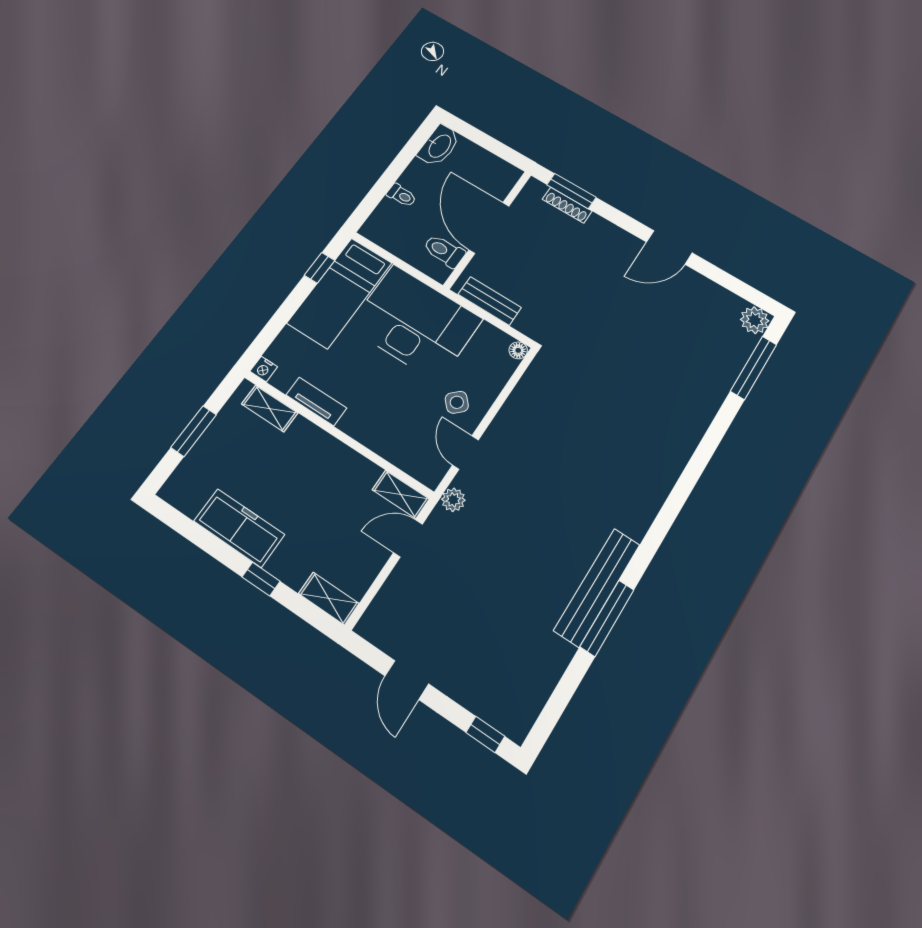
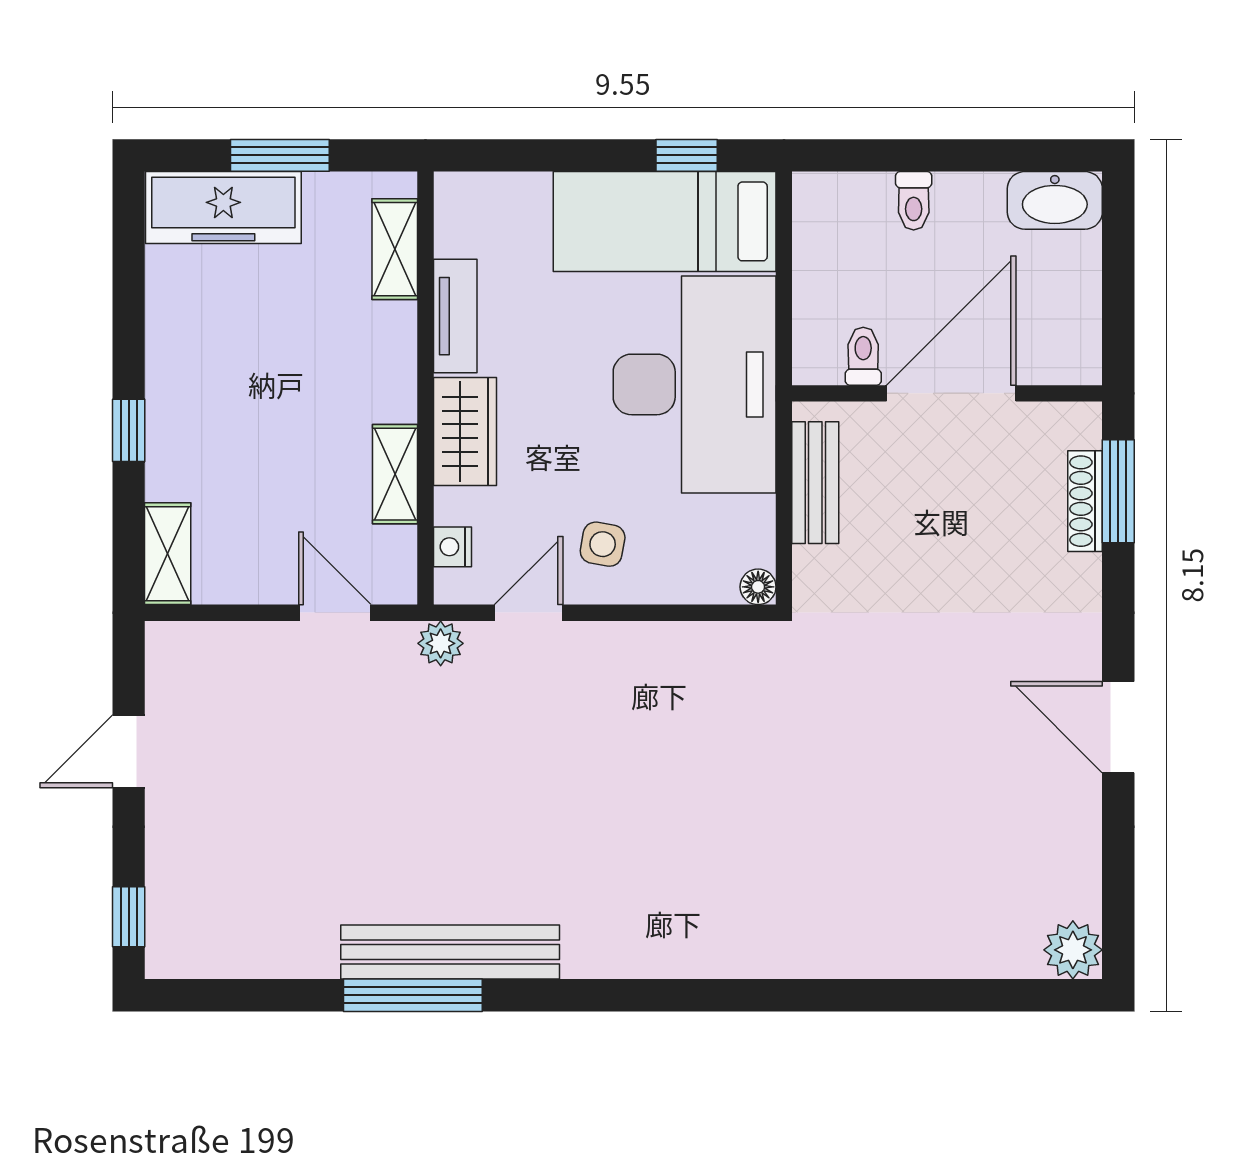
toilet: (444, 251) -> (863, 356), width x0.73, depth x0.72
window: (754, 368) -> (983, 995), removed
nightstand: (264, 369) -> (452, 547), moved
side table: (457, 402) -> (603, 544), turned -37
wardrobe: (368, 429) -> (465, 431), added
shelving: (401, 494) -> (395, 474), moved
freezer: (239, 528) -> (223, 208), moved, turned 90

